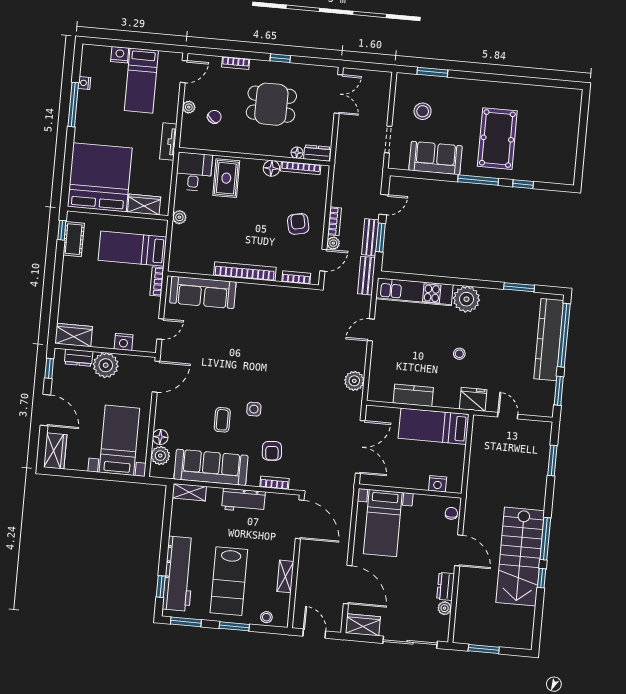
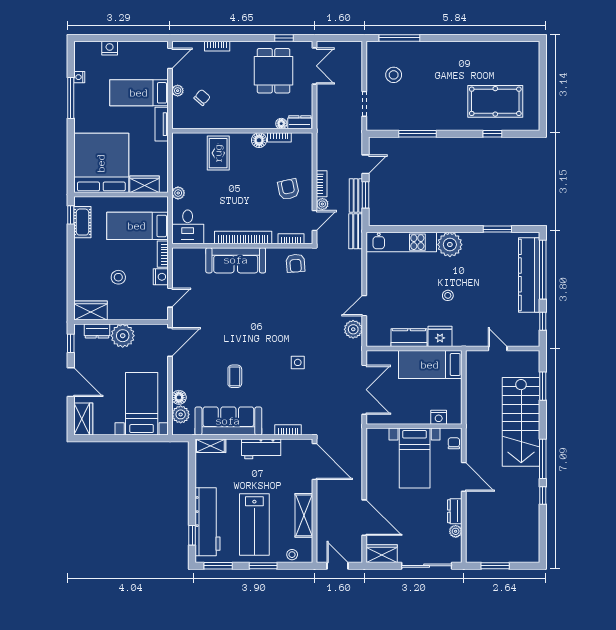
window: (280, 58) -> (284, 38), moved
window: (432, 72) -> (399, 38), width x1.44
bed: (141, 81) -> (139, 93), moved, turned 90
dining table: (271, 104) -> (274, 71), moved, turned 90
pool table: (497, 139) -> (495, 101), moved, turned 90
sofa: (436, 158) -> (409, 117), removed
bookcase: (301, 168) -> (279, 137), width x0.64
desk: (194, 172) -> (188, 227), moved, turned 180
window: (478, 180) -> (418, 134), moved
sofa: (203, 292) -> (236, 260), moved
stool: (107, 302) -> (118, 277), added
door: (371, 330) -> (364, 306), moved
nightstand: (124, 342) -> (161, 277), moved, turned -90
window: (559, 391) -> (543, 321), width x0.67
fridge: (473, 399) -> (440, 336), moved
side table: (254, 409) -> (298, 362), moved
armchair: (272, 451) -> (296, 263), moved
bed with nightstands: (383, 523) -> (415, 458), moved
stairs: (520, 557) -> (521, 422), moved
shelving: (285, 576) -> (304, 515), width x1.50, depth x1.33

